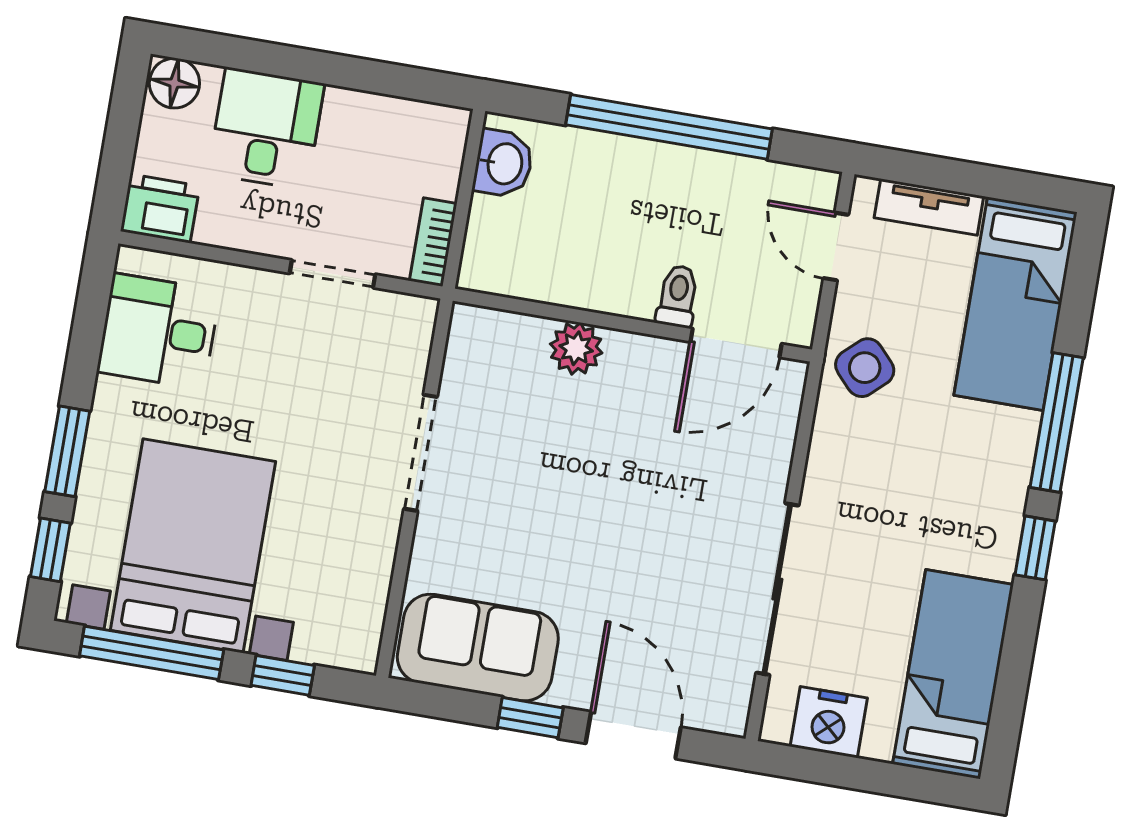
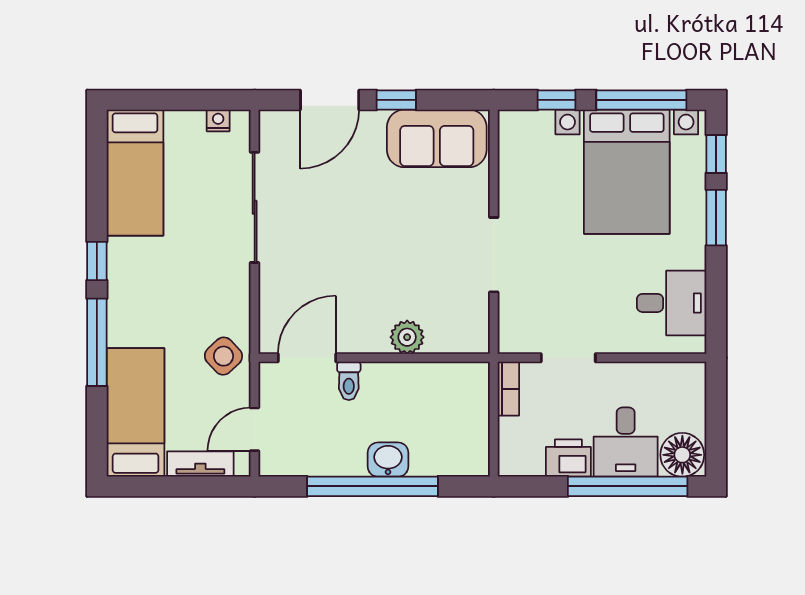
window: (275, 60) -> (628, 486), added
floor lamp: (174, 83) -> (682, 455), width x1.38, depth x1.38
washbasin: (503, 164) -> (388, 460), moved, turned 90
printer: (160, 209) -> (568, 458), moved, turned 180
door: (836, 246) -> (255, 429), swing flipped
nightstand: (829, 722) -> (218, 120), width x0.53, depth x0.56
door: (633, 735) -> (330, 100), hinge flipped

